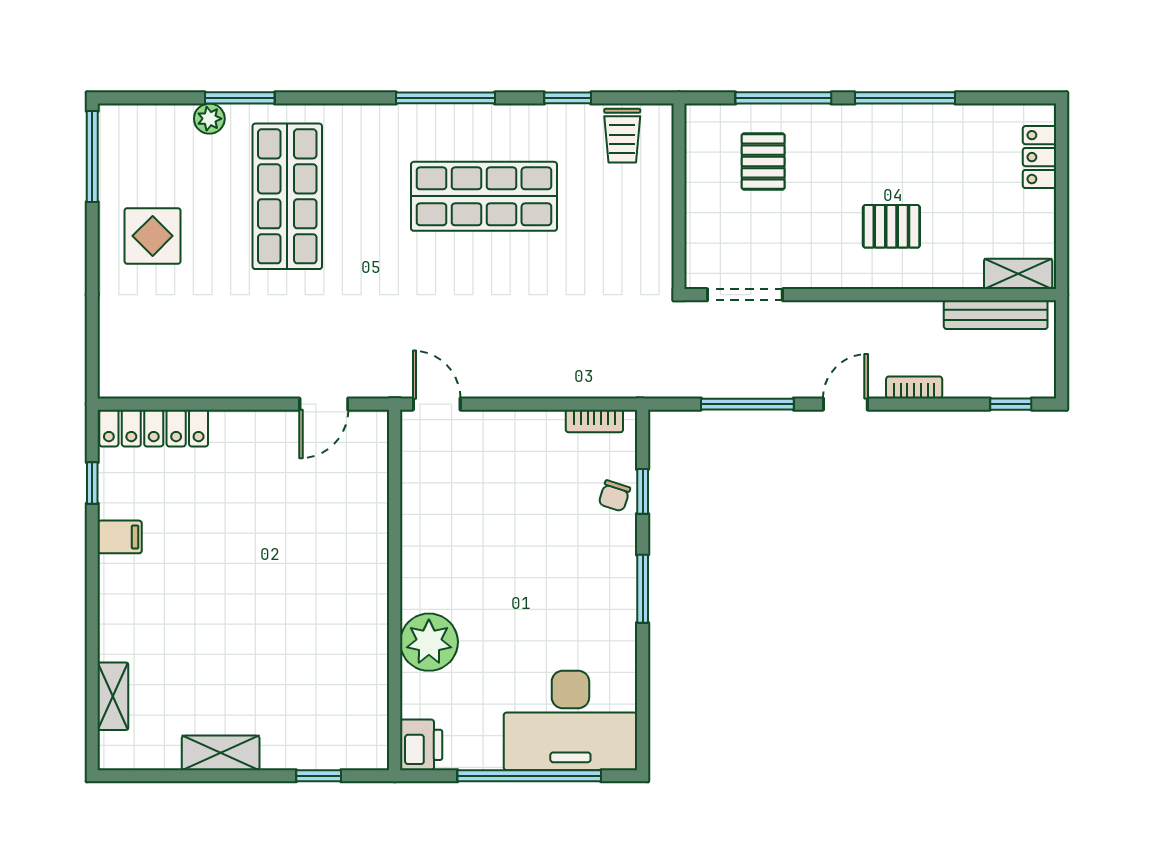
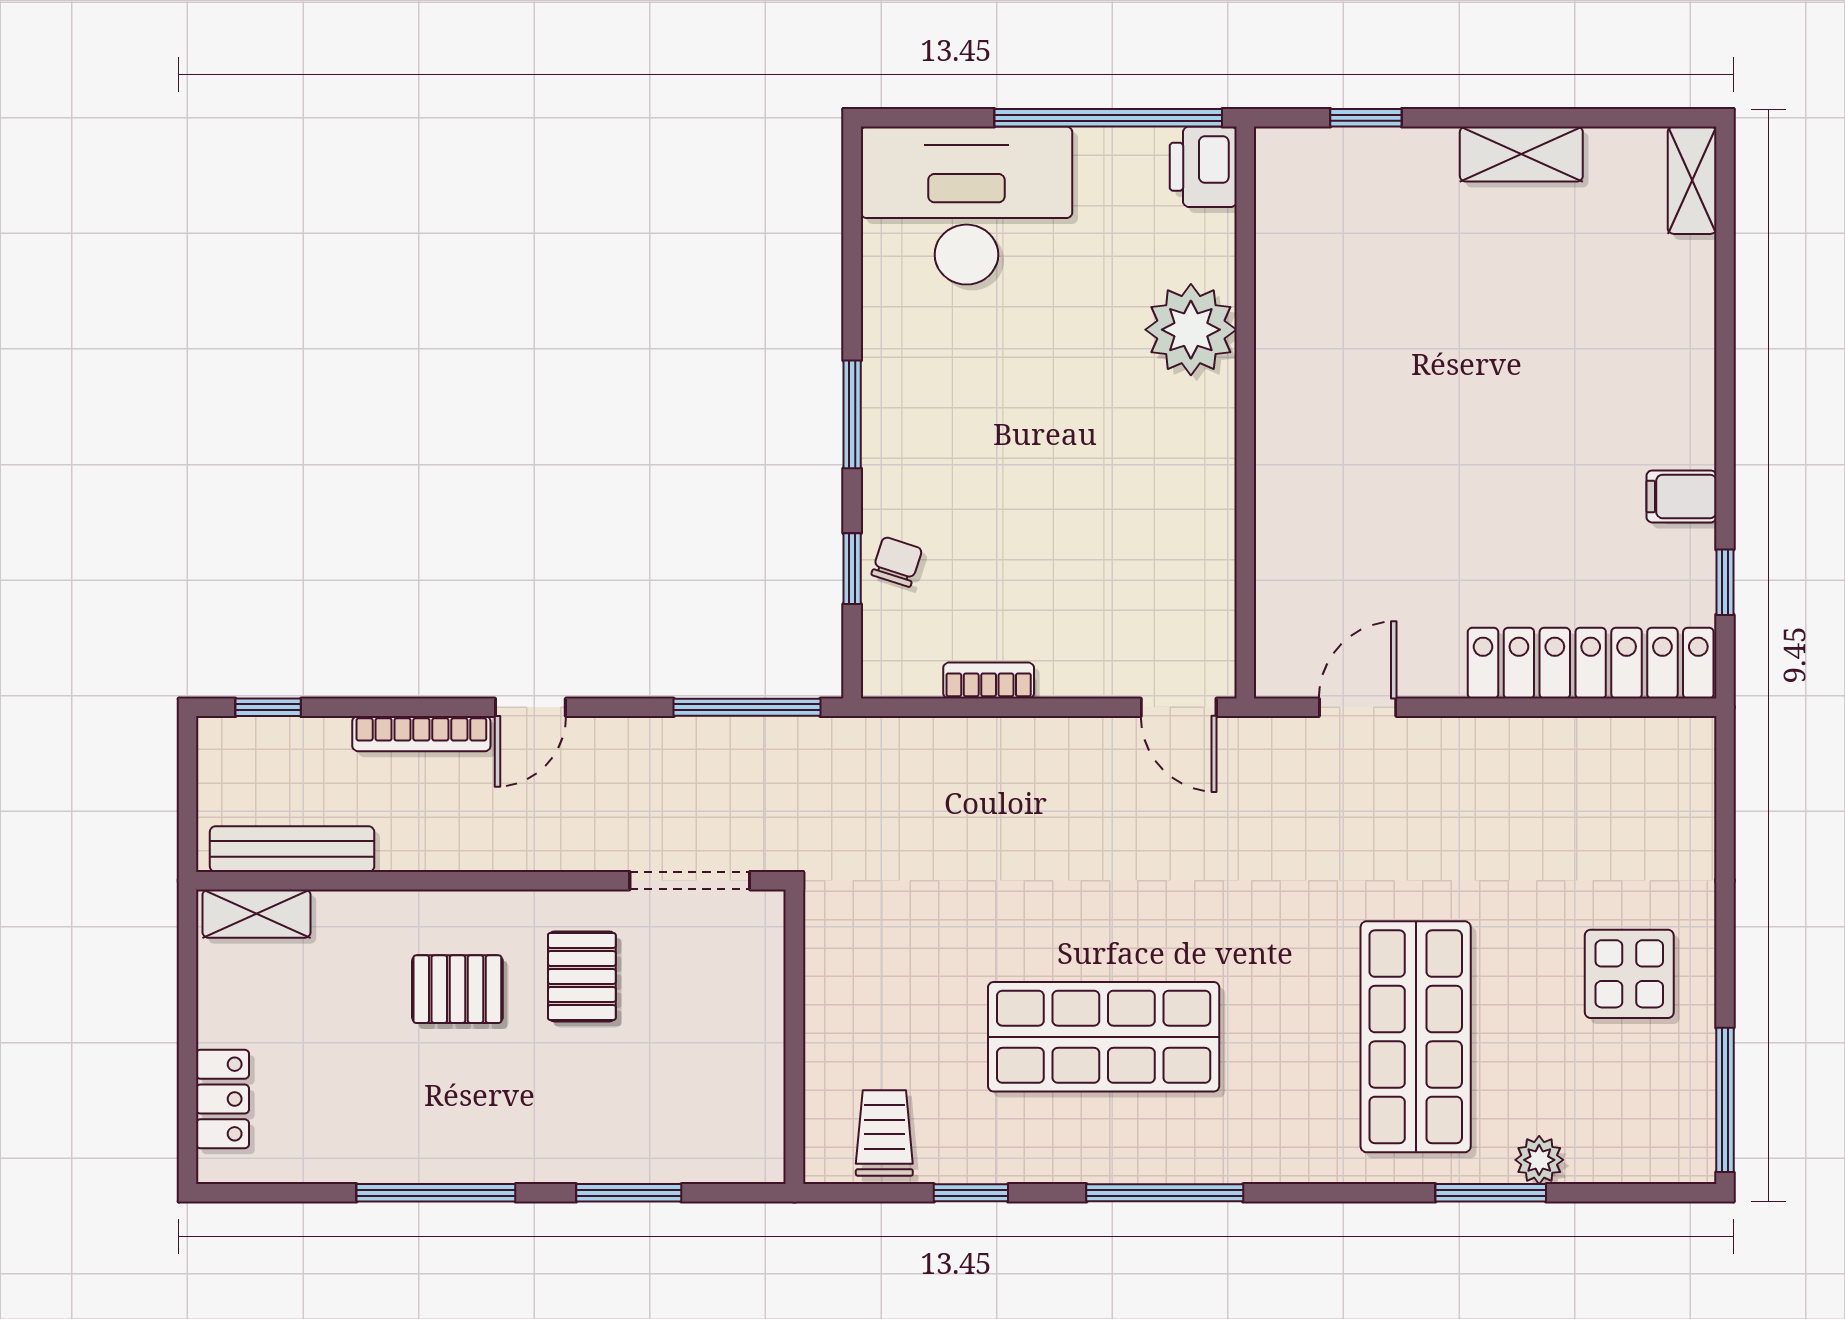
window: (783, 98) -> (629, 1193), width x0.69
pallet: (763, 161) -> (582, 976), moved
bookcase: (914, 387) -> (421, 734), width x1.56
window: (747, 404) -> (747, 707), moved
bookcase: (594, 421) -> (989, 681), moved
locker: (154, 428) -> (1591, 663), width x1.41, depth x1.21
shelving: (113, 696) -> (1692, 180), moved
window: (529, 776) -> (1108, 118), moved

